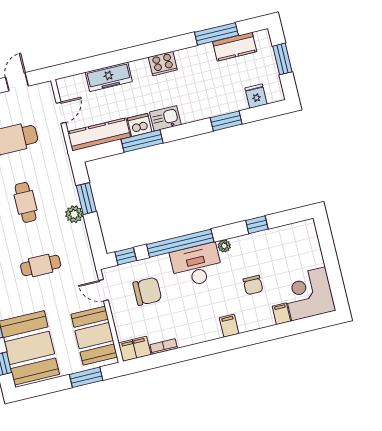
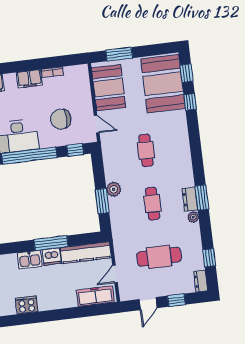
freezer: (109, 77) -> (95, 296), moved
cafe table: (41, 265) -> (146, 150), turned 90
filing cabinet: (135, 349) -> (29, 79), moved

